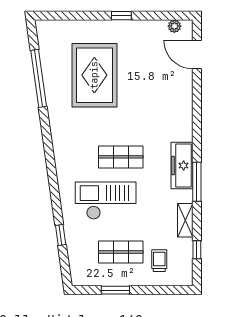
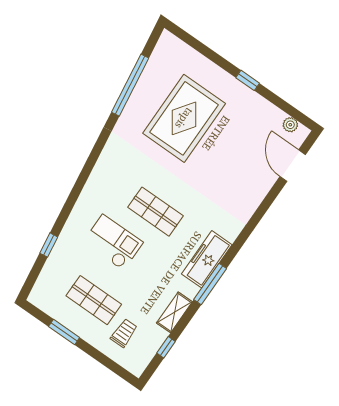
checkout: (106, 201) -> (113, 242), width x0.73, depth x0.83

